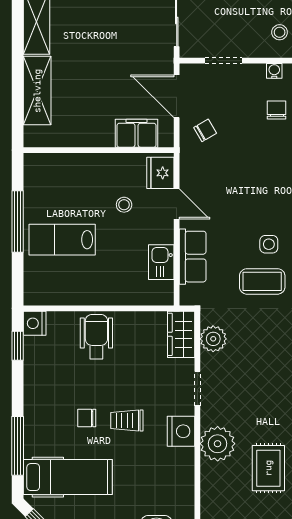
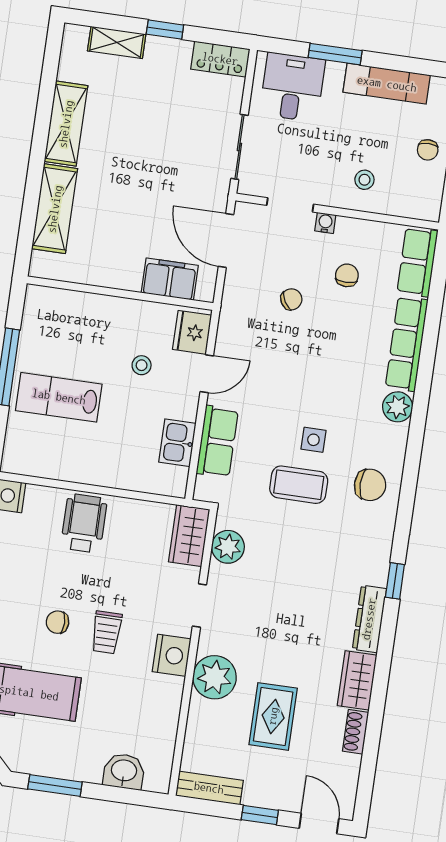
water cooler: (274, 71) -> (325, 223), moved
chair: (205, 130) -> (291, 299), moved
door: (177, 204) -> (207, 374), hinge flipped
trolley: (127, 420) -> (107, 632), turned -90

